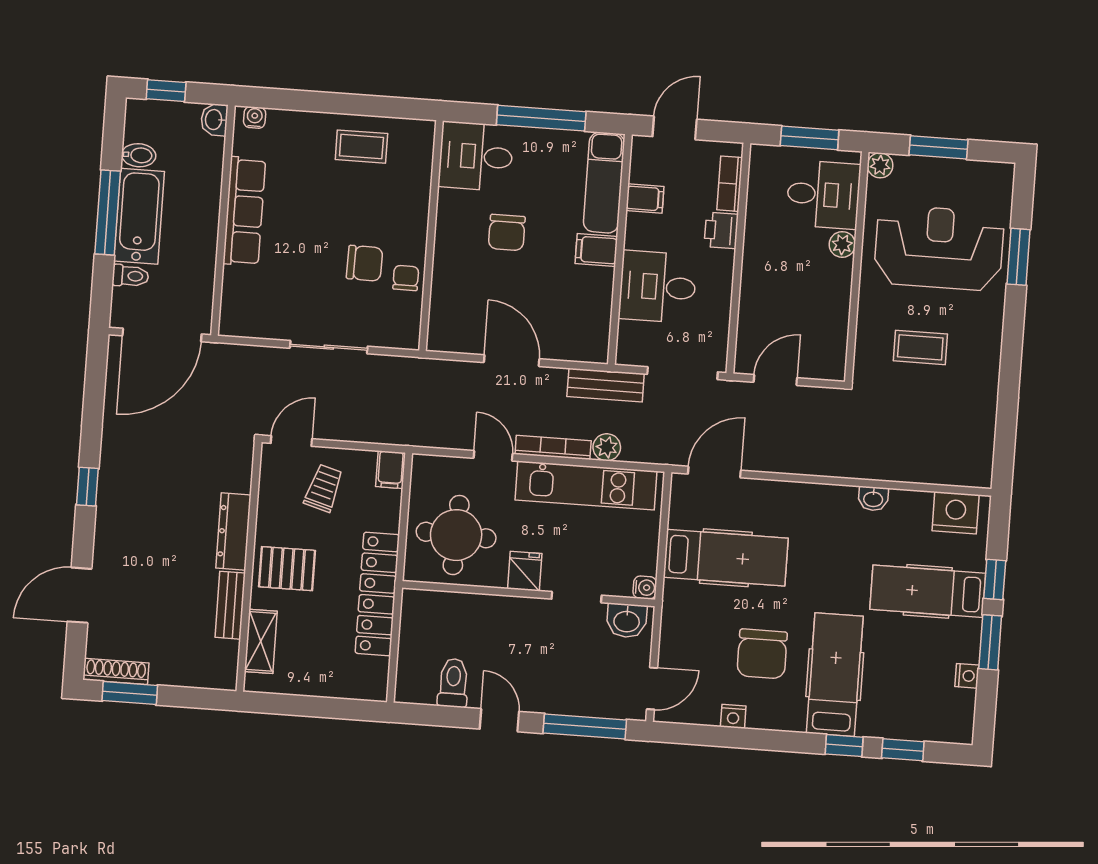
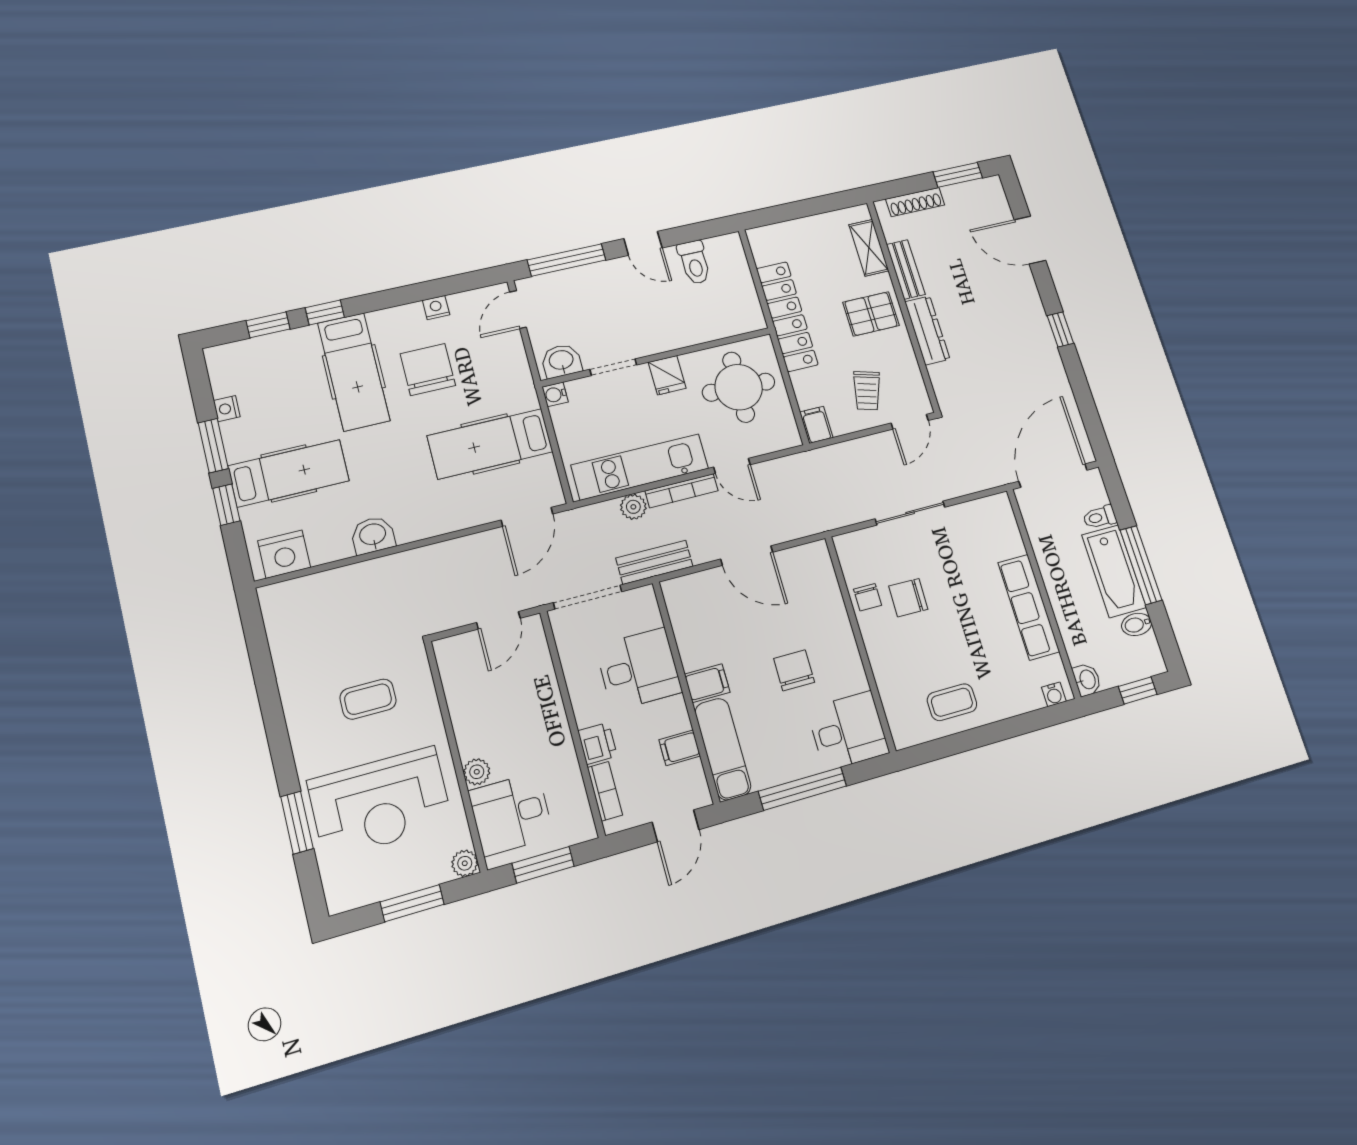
washbasin: (873, 499) -> (373, 535), width x1.38, depth x1.45
door: (79, 595) -> (1030, 240), swing flipped
shoe rack: (116, 671) -> (915, 202), moved

